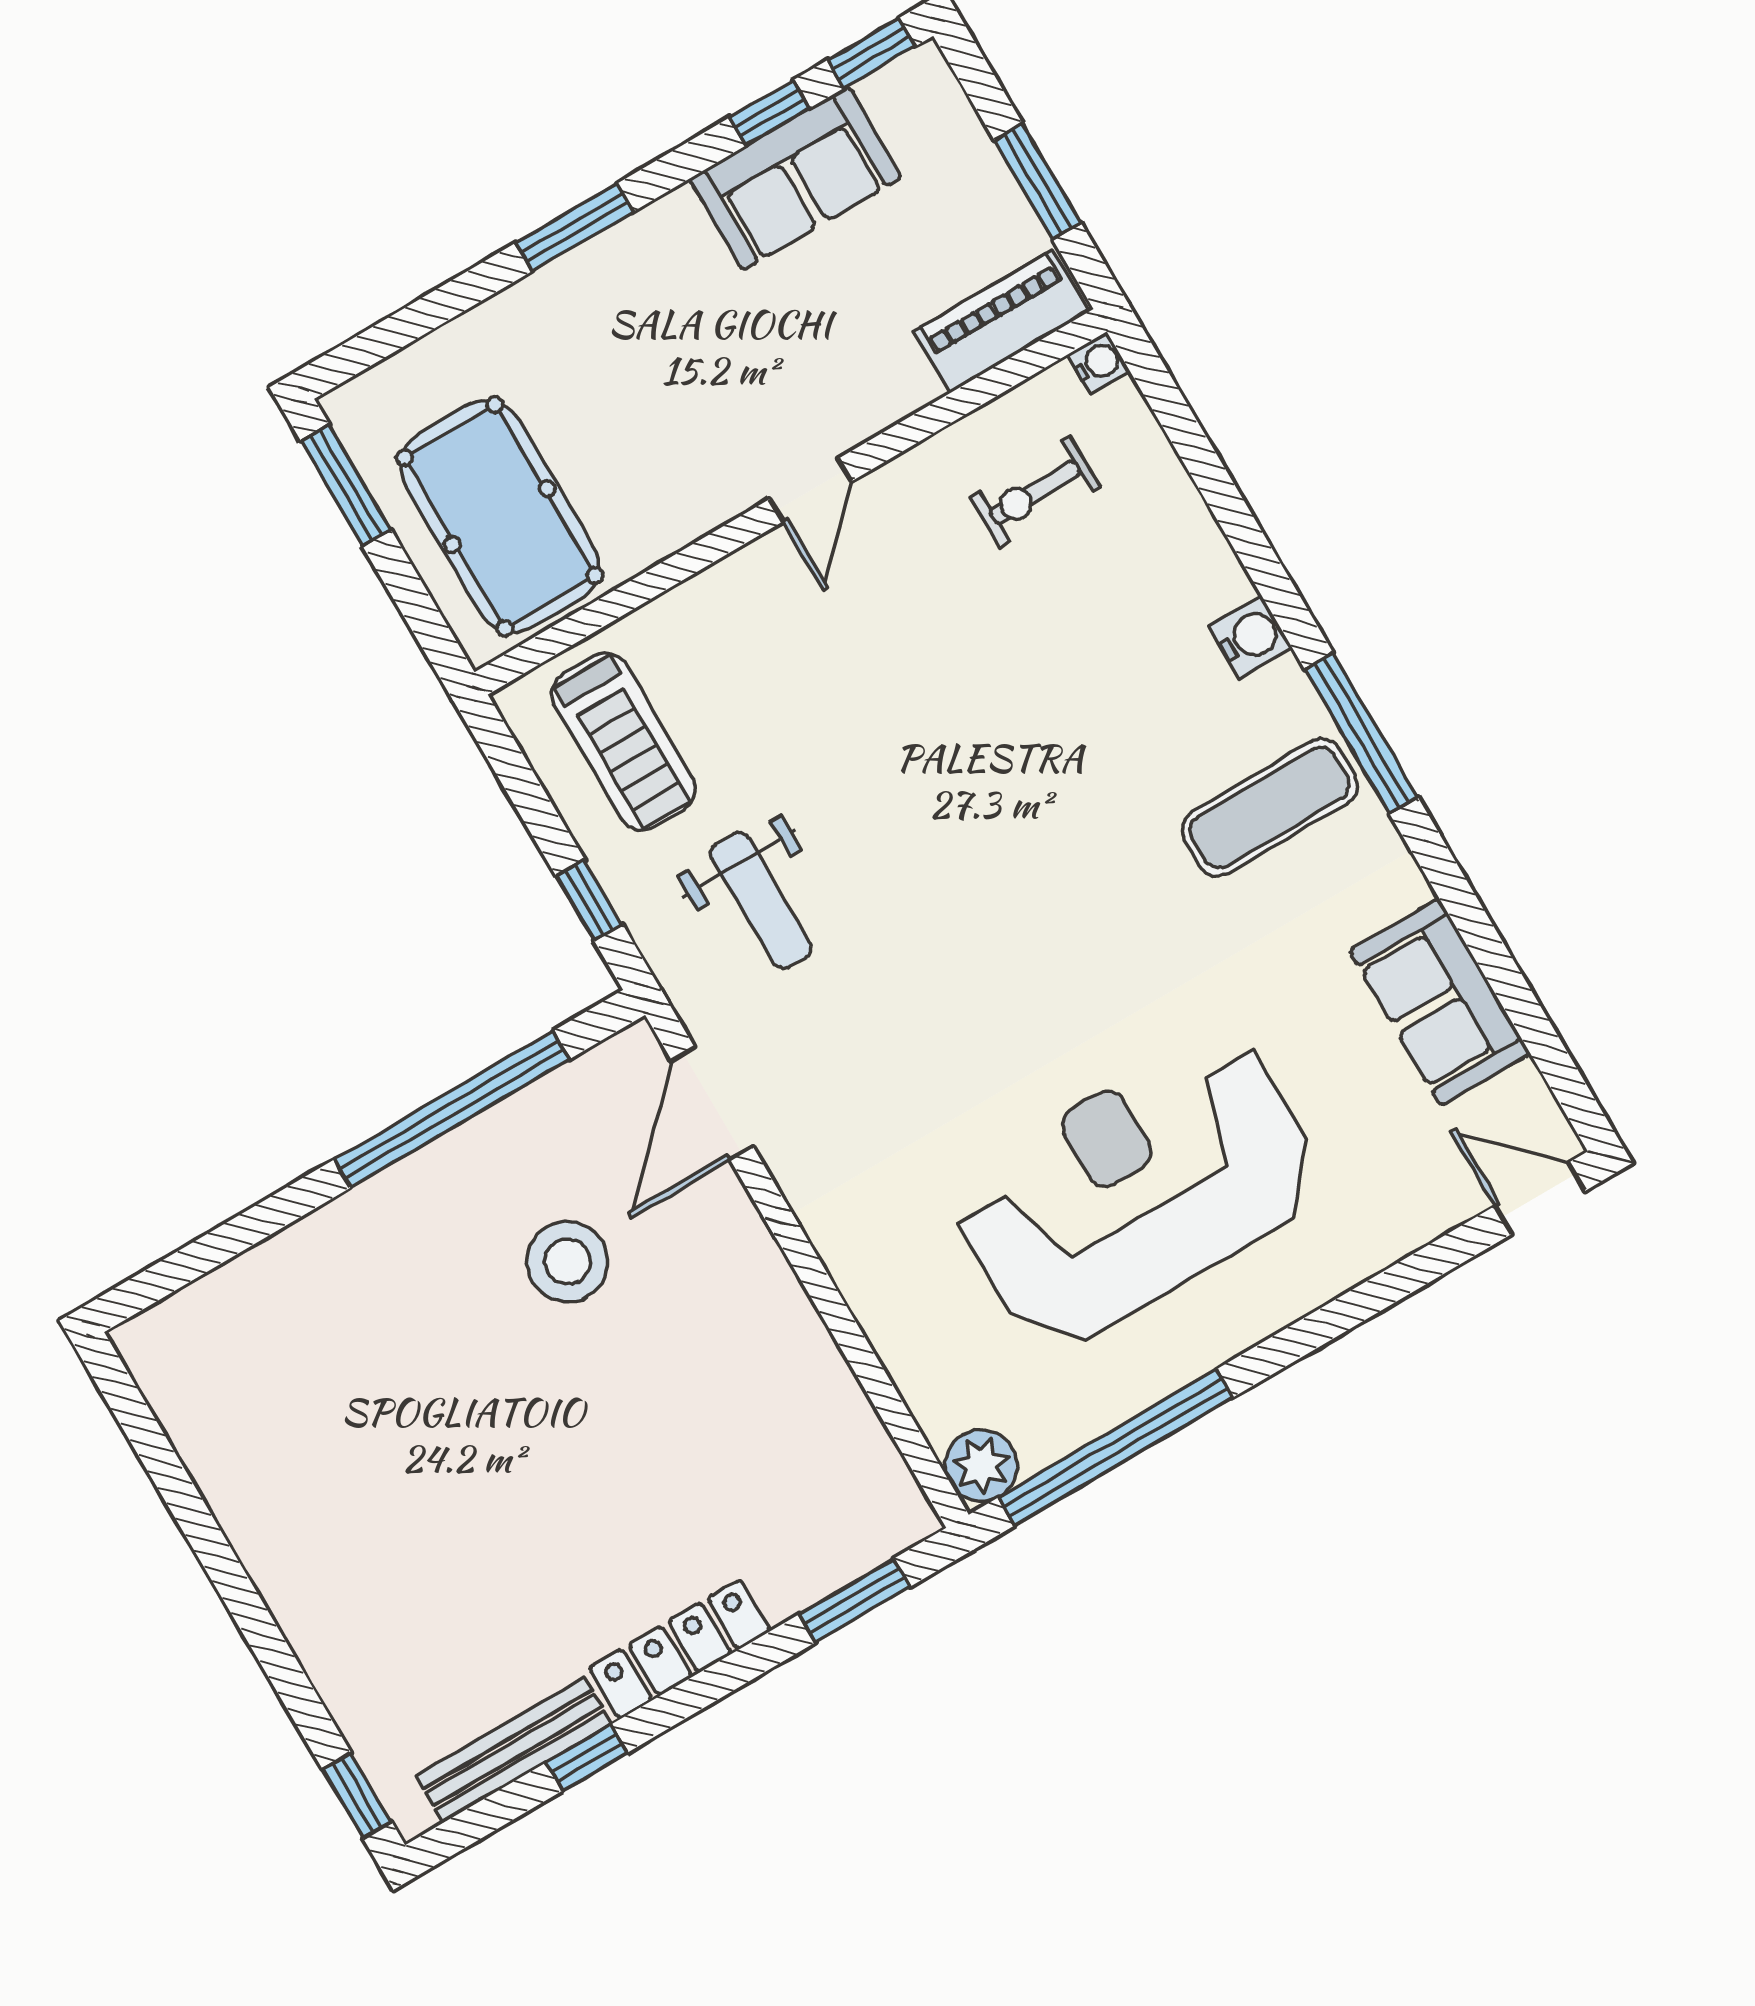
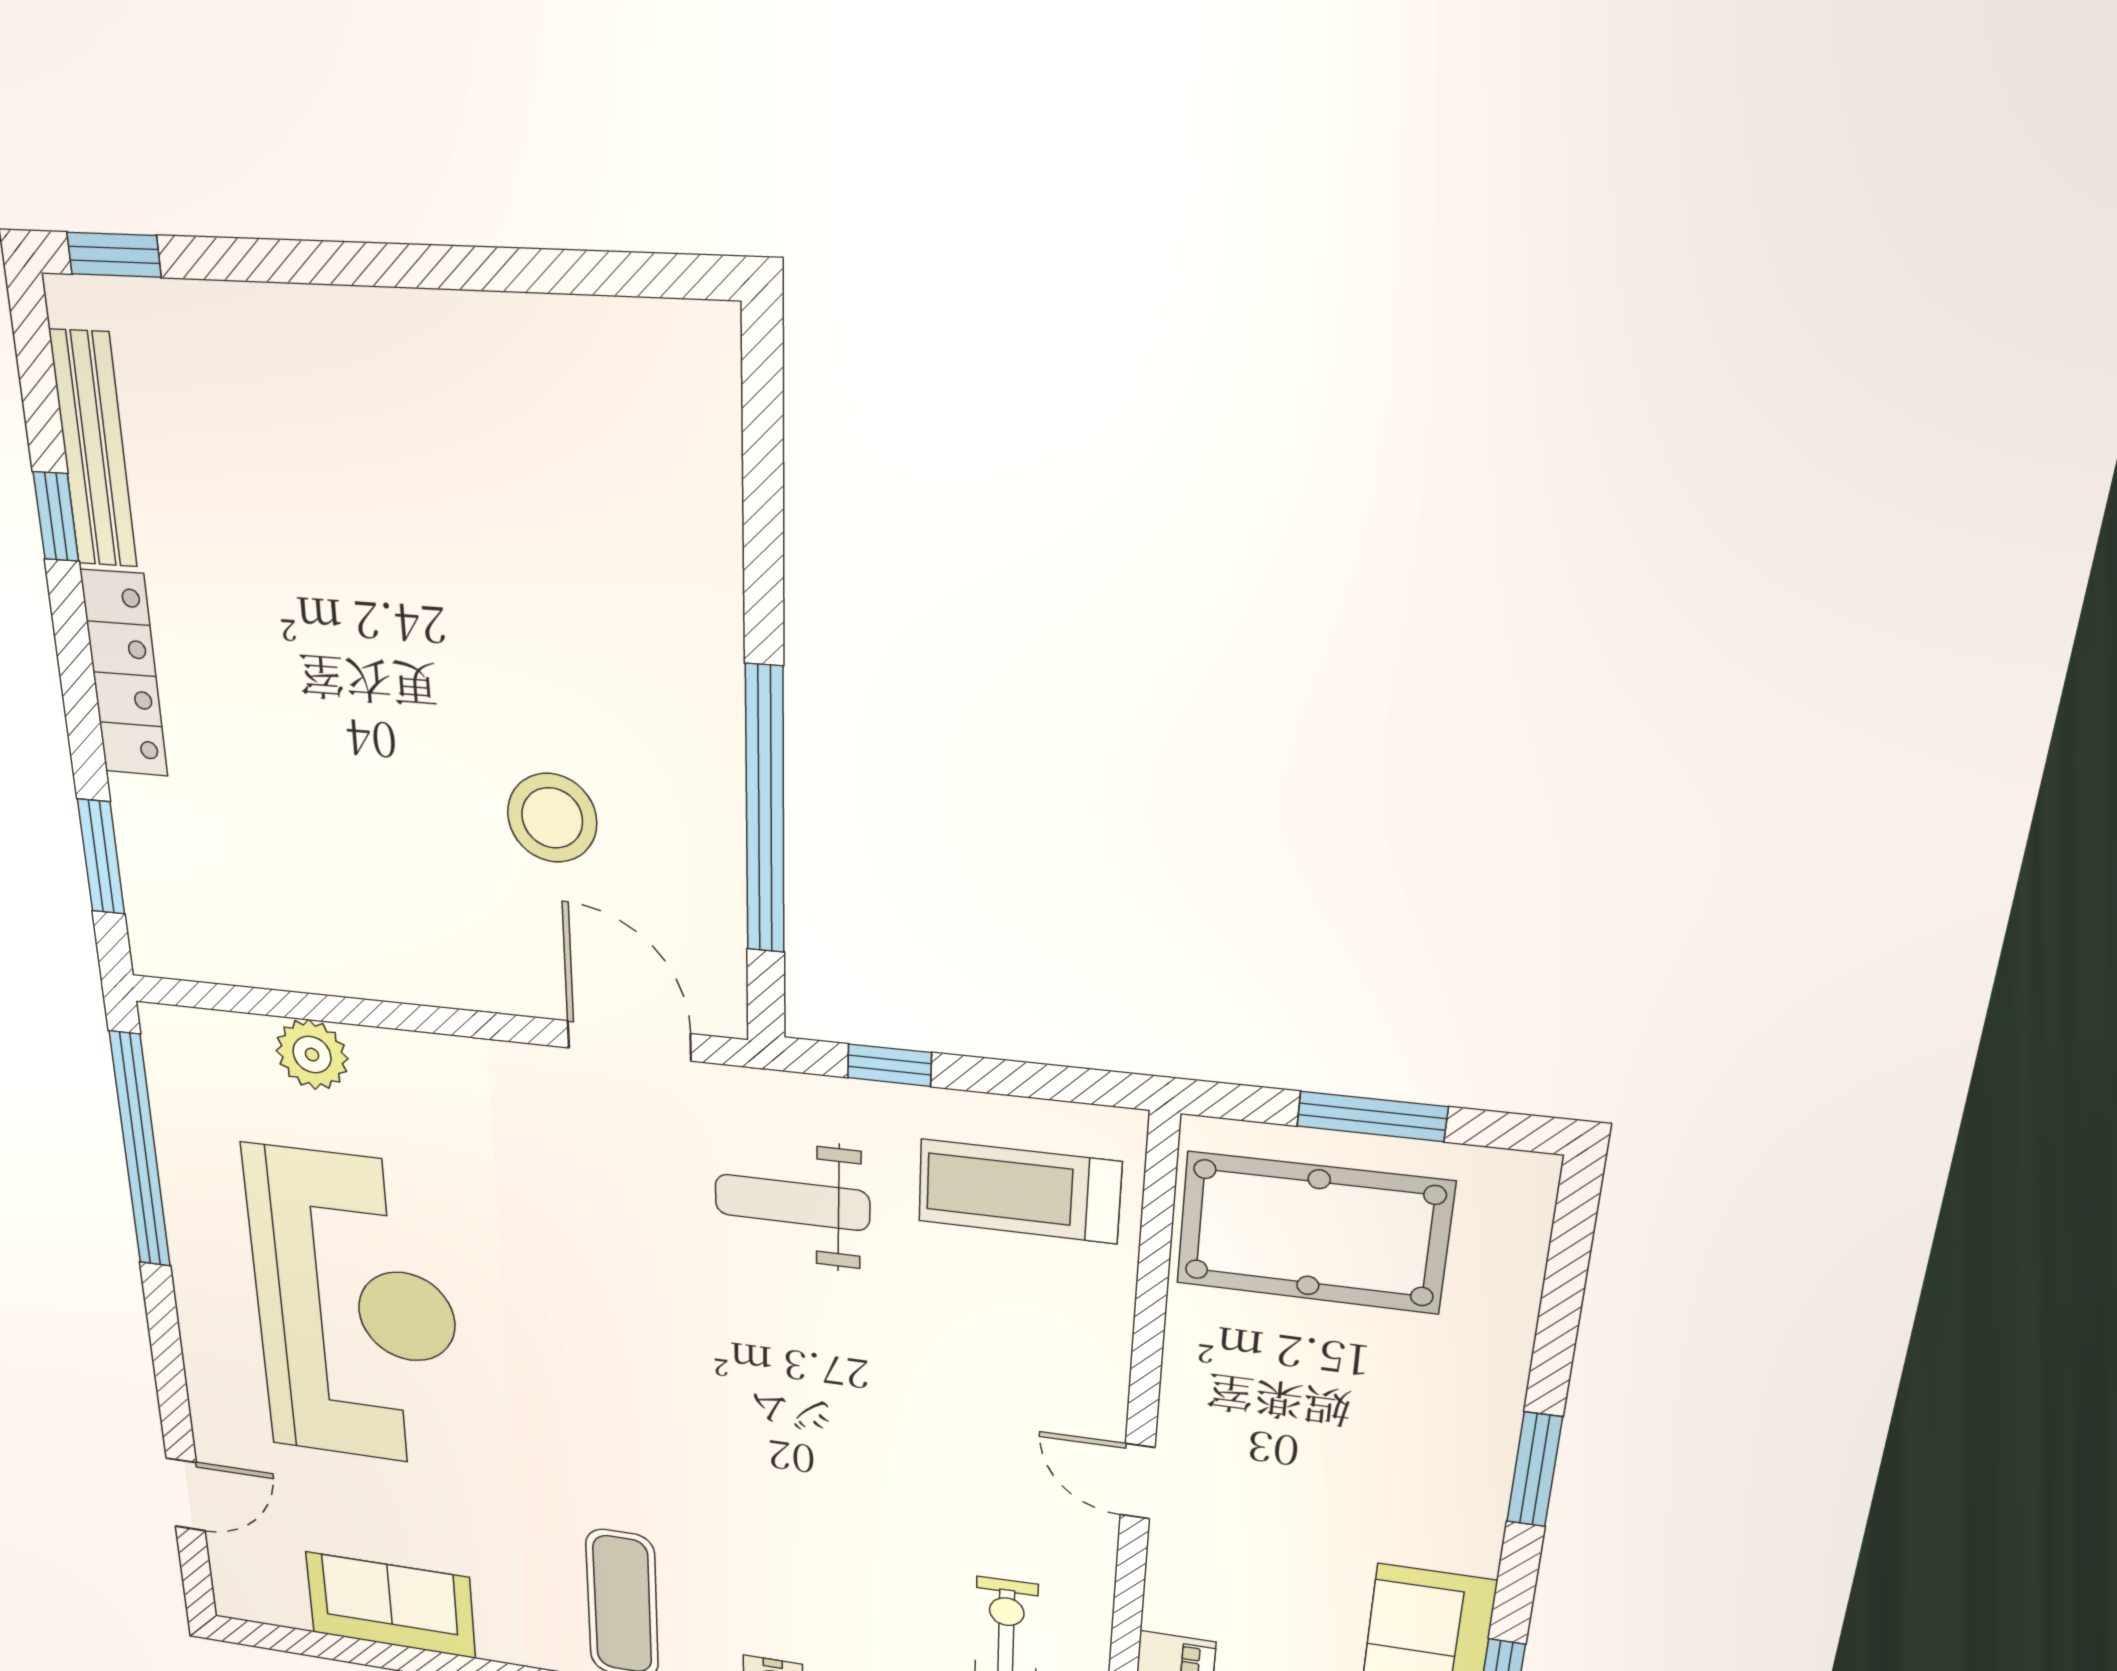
window: (346, 485) -> (1372, 1116), moved
door: (1540, 1198) -> (186, 1495), moved
plant: (981, 1466) -> (312, 1055), moved

